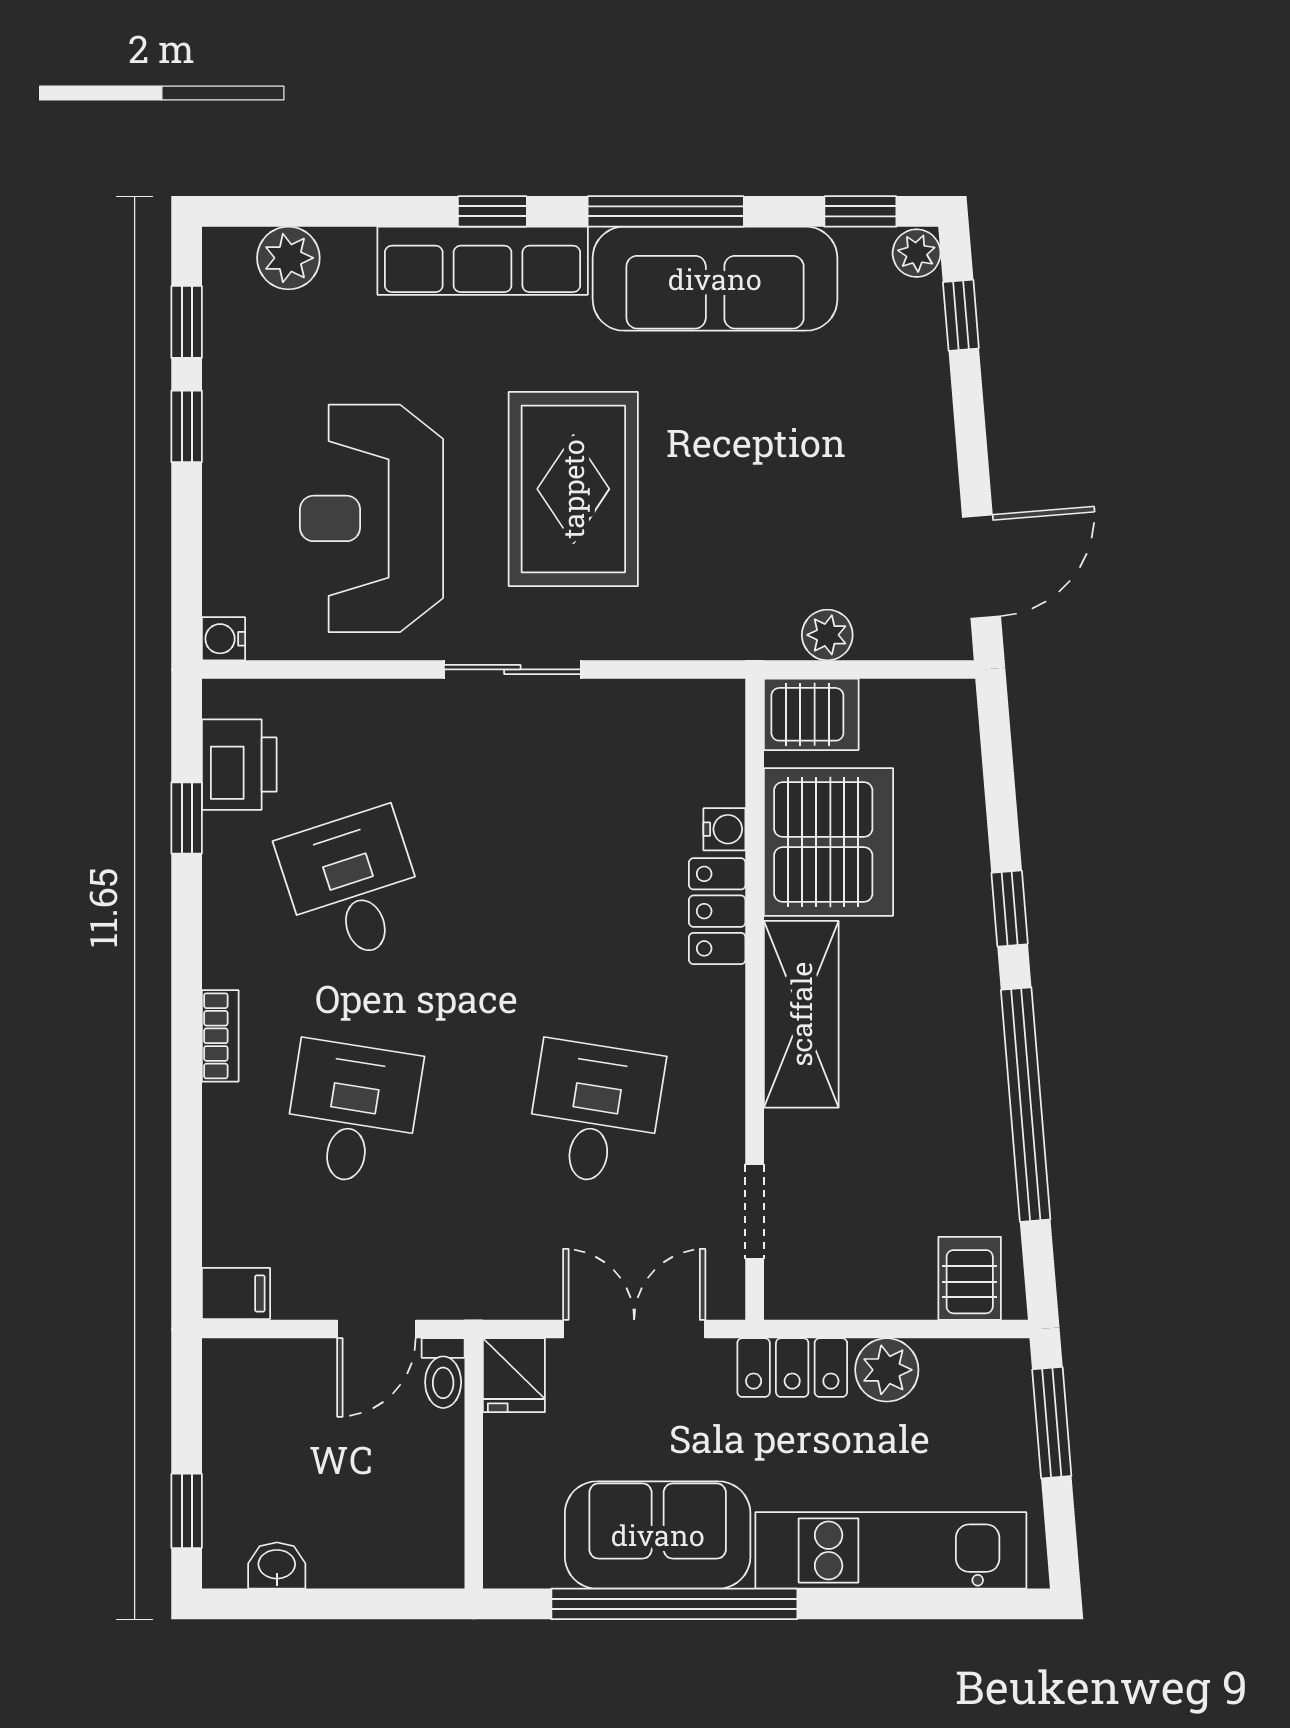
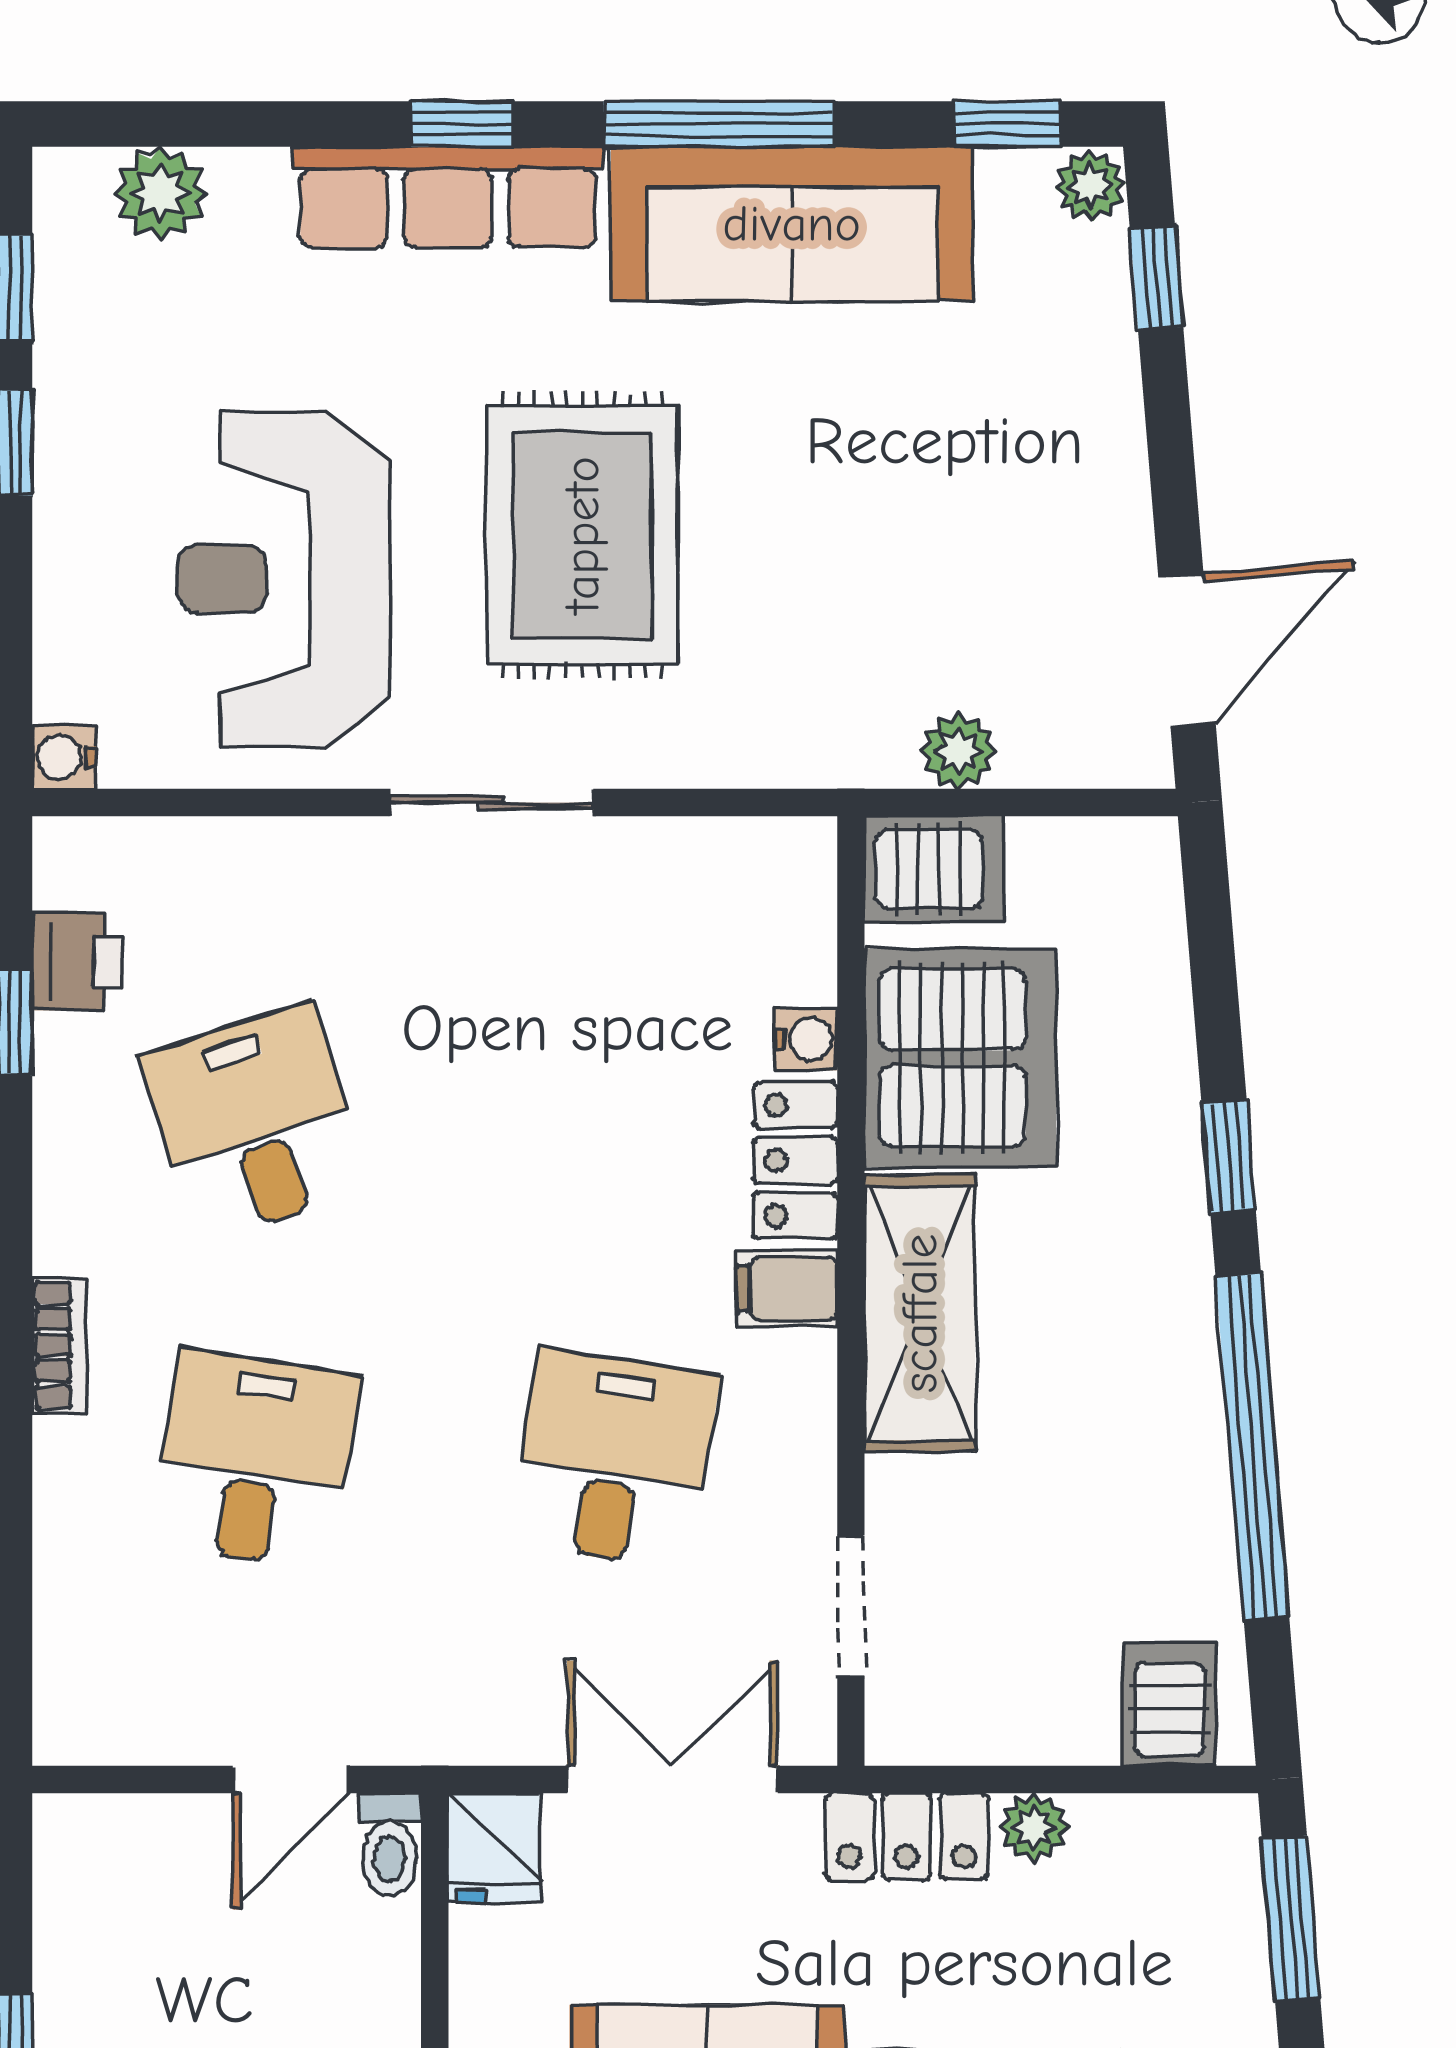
printer: (239, 765) -> (77, 961), width x0.73, depth x0.81
filing cabinet: (236, 1293) -> (787, 1289), moved, turned 180
plant: (887, 1370) -> (1034, 1827), width x0.73, depth x0.73

